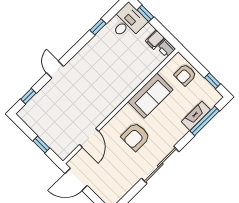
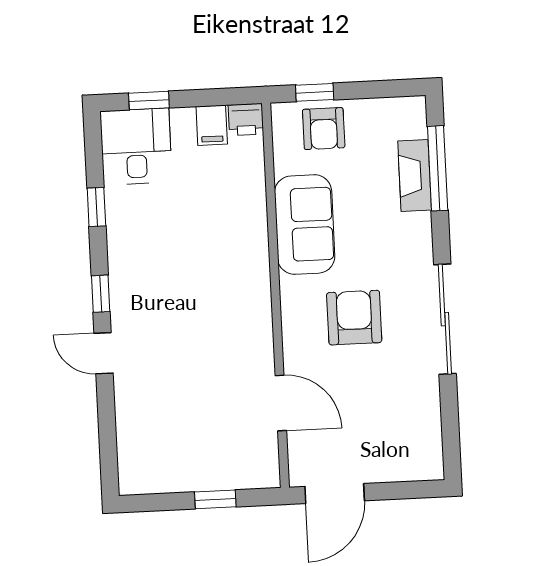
window: (212, 81) -> (315, 92), moved
window: (28, 96) -> (101, 294), moved
armchair: (136, 137) -> (354, 318), turned 180

